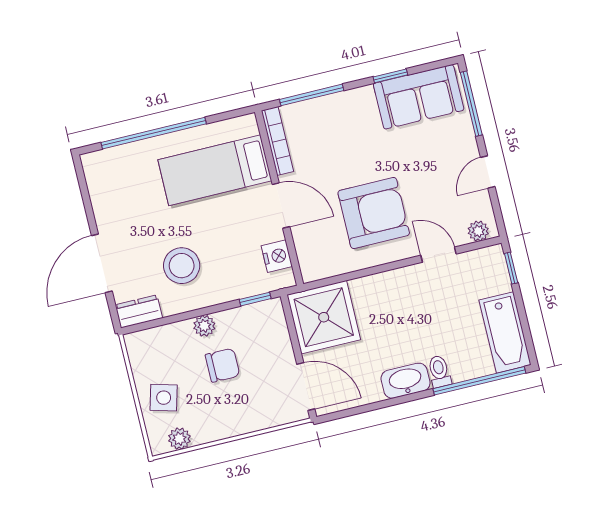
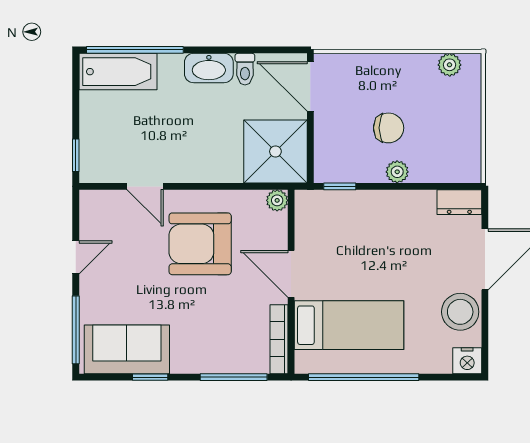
window: (154, 133) -> (364, 377), moved
plant: (478, 231) -> (277, 200), moved
nightstand: (277, 256) -> (467, 361), moved, turned -90
stool: (182, 266) -> (460, 312), moved
bathtub: (505, 332) -> (118, 72), moved, turned 90
chair: (222, 365) -> (389, 128), turned 180
toilet: (439, 371) -> (245, 69), moved
side table: (164, 398) -> (455, 110), removed

